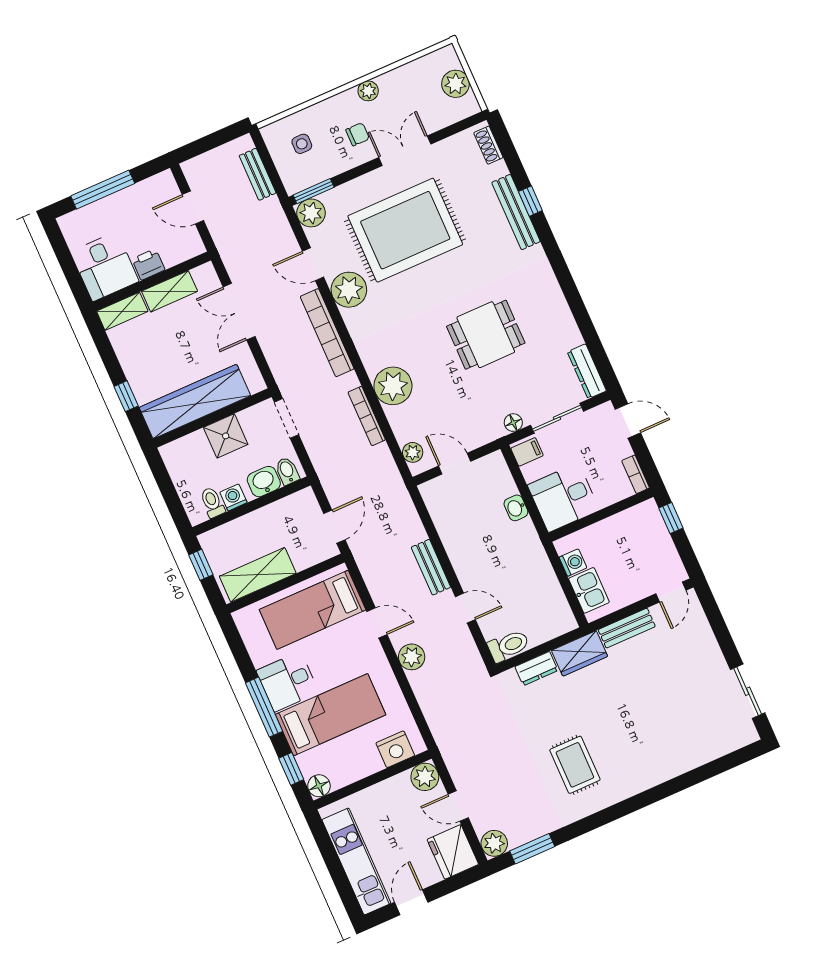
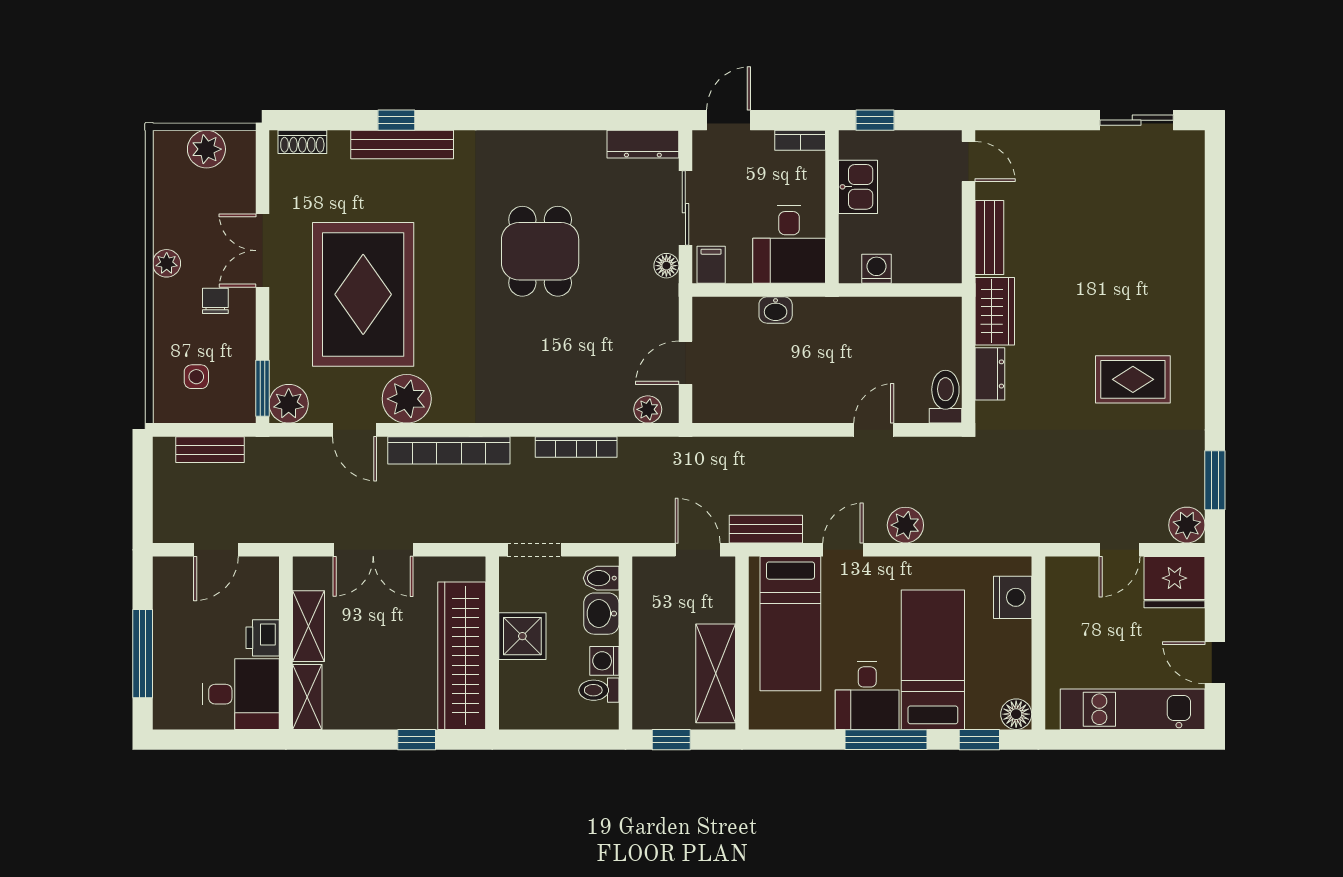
door: (313, 264) -> (354, 430), hinge flipped
plant: (393, 386) -> (553, 397), removed
bench: (431, 567) -> (766, 529), moved
kitchen sink: (589, 590) -> (858, 187), moved, turned 90
plant: (425, 777) -> (1064, 576), removed

